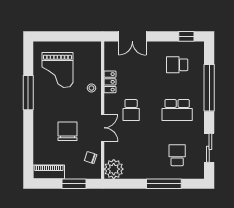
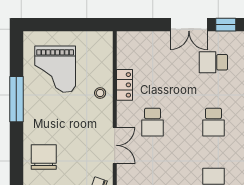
double door: (132, 36) -> (189, 25), moved
school desk: (177, 110) -> (213, 122), width x0.54
chair: (68, 131) -> (44, 157), moved

